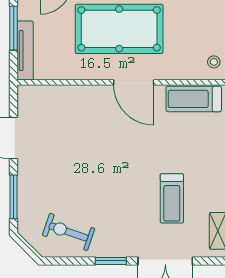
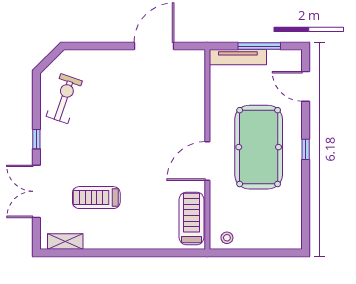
window: (14, 197) -> (98, 46), removed
window: (111, 261) -> (36, 139), width x0.67

